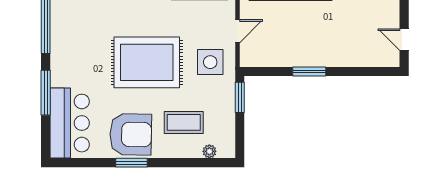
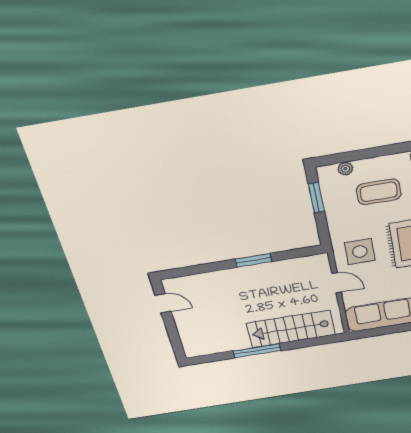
door: (237, 31) -> (337, 283), swing flipped
window: (240, 97) -> (316, 198), moved

